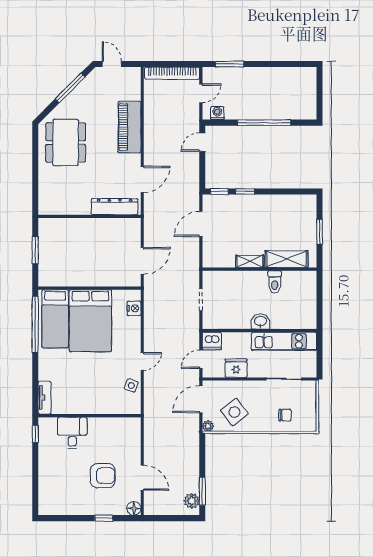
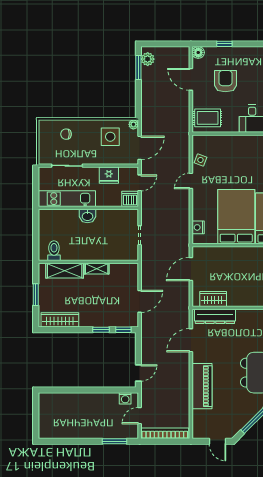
window: (264, 123) -> (84, 390), removed
wardrobe: (292, 203) -> (60, 320), added
wardrobe: (117, 227) -> (213, 299), added
toilet: (275, 282) -> (54, 251), moved
side table: (234, 412) -> (110, 137), turned 38
rug: (123, 434) -> (208, 118), added
armchair: (103, 476) -> (225, 81), turned 90

